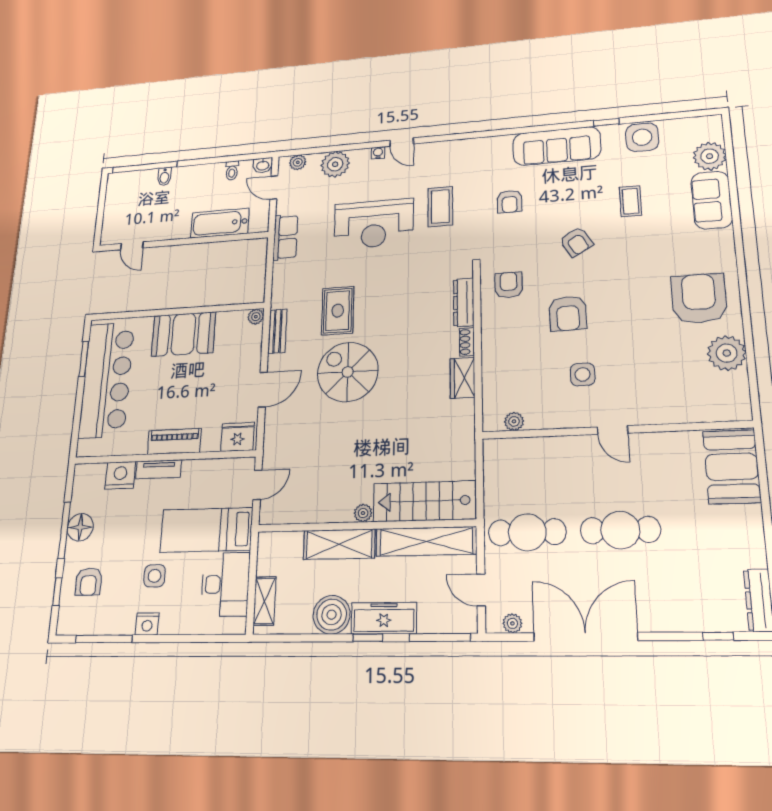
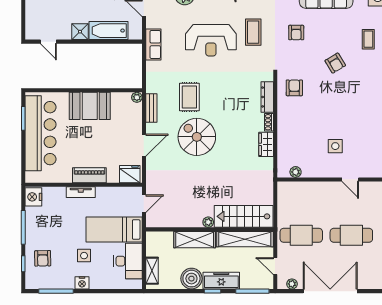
shower: (178, 228) -> (80, 32), added
armchair: (568, 313) -> (328, 108), removed
nightstand: (120, 475) -> (33, 197), moved, turned -90
floor lamp: (80, 527) -> (34, 226), removed

